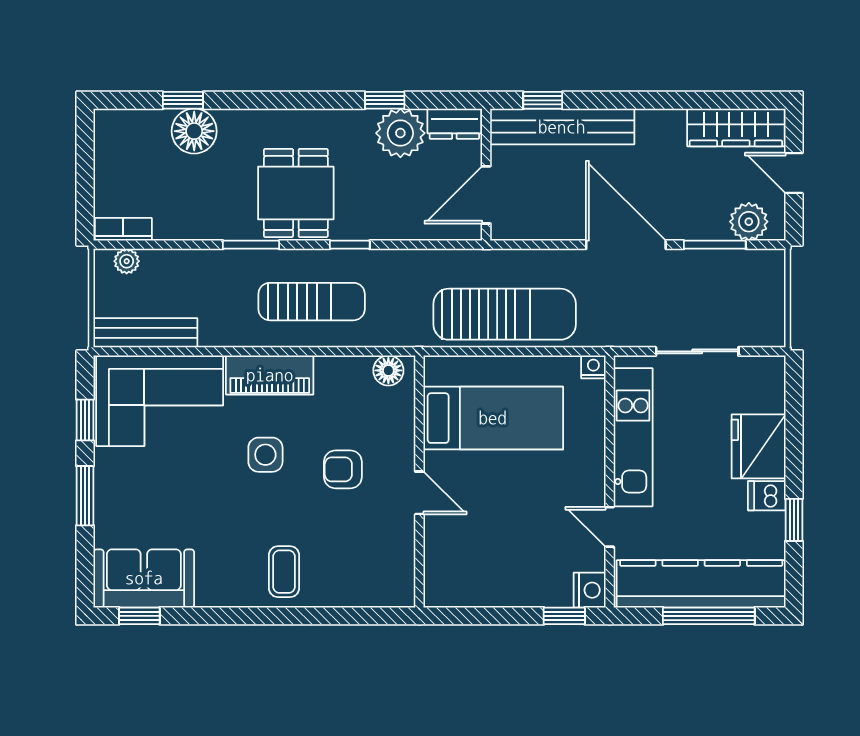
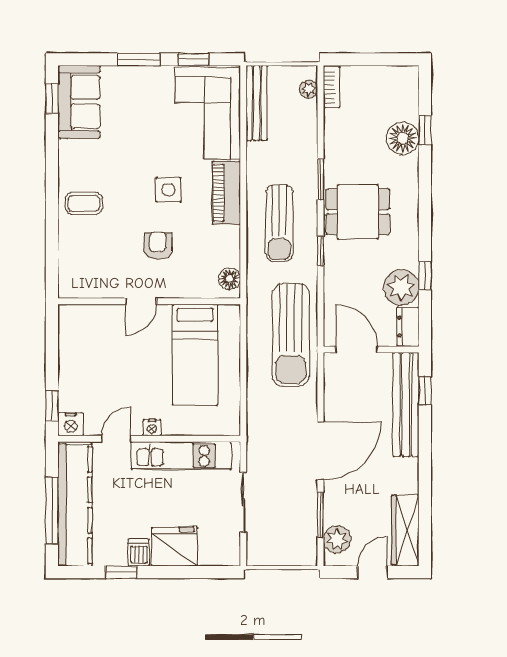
sun lounger: (505, 314) -> (291, 335), moved
nightstand: (593, 367) -> (152, 428), moved, turned 90

